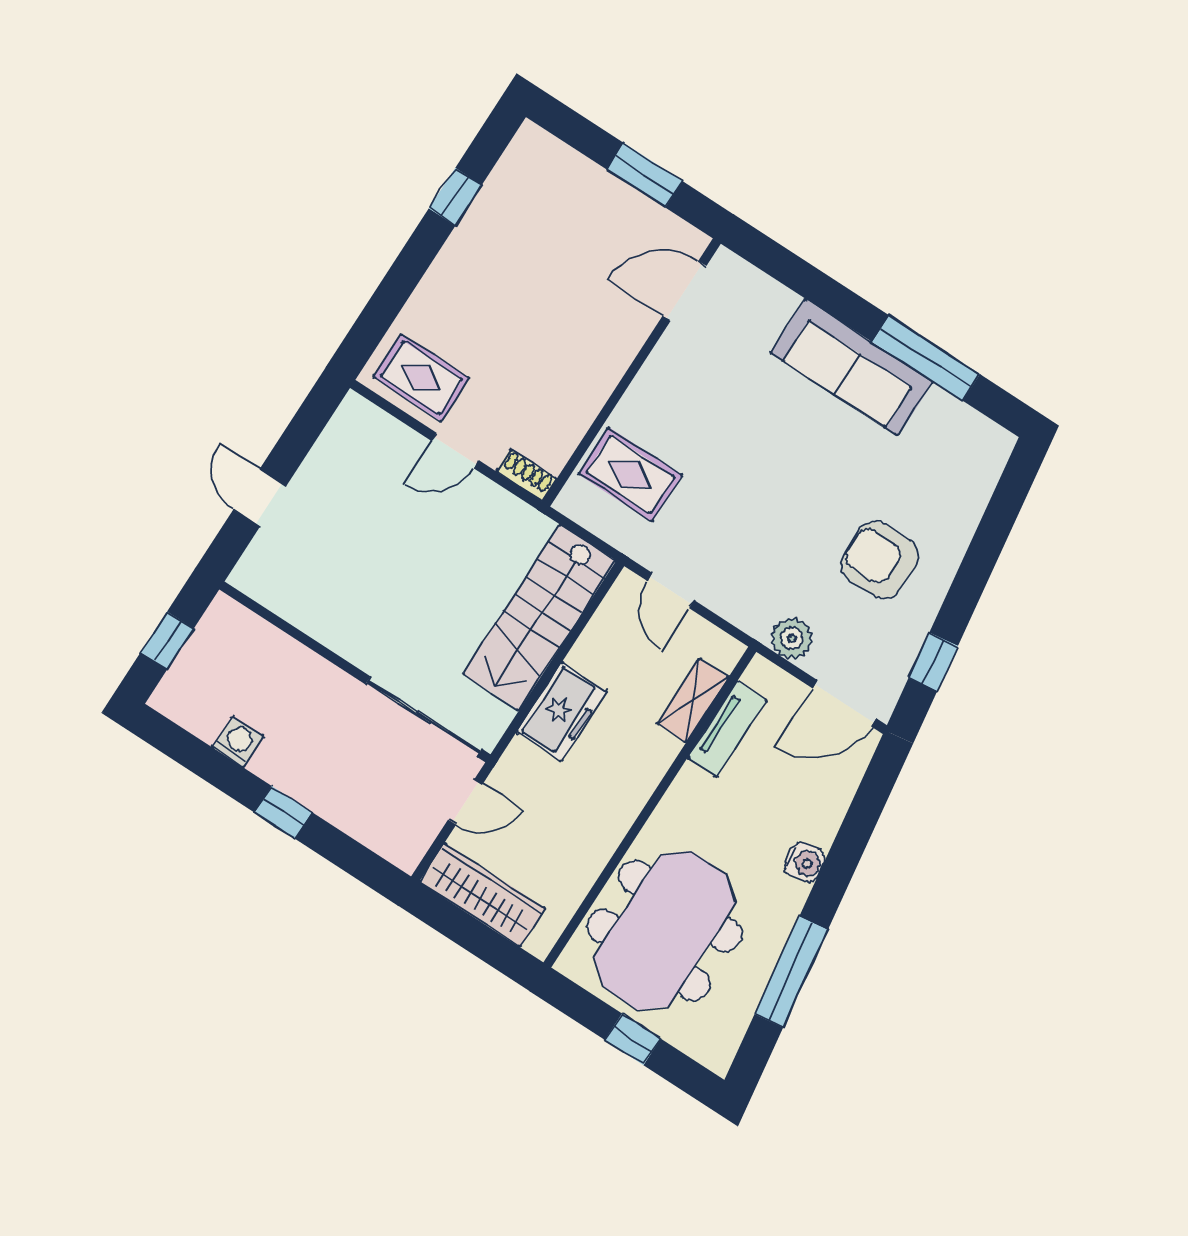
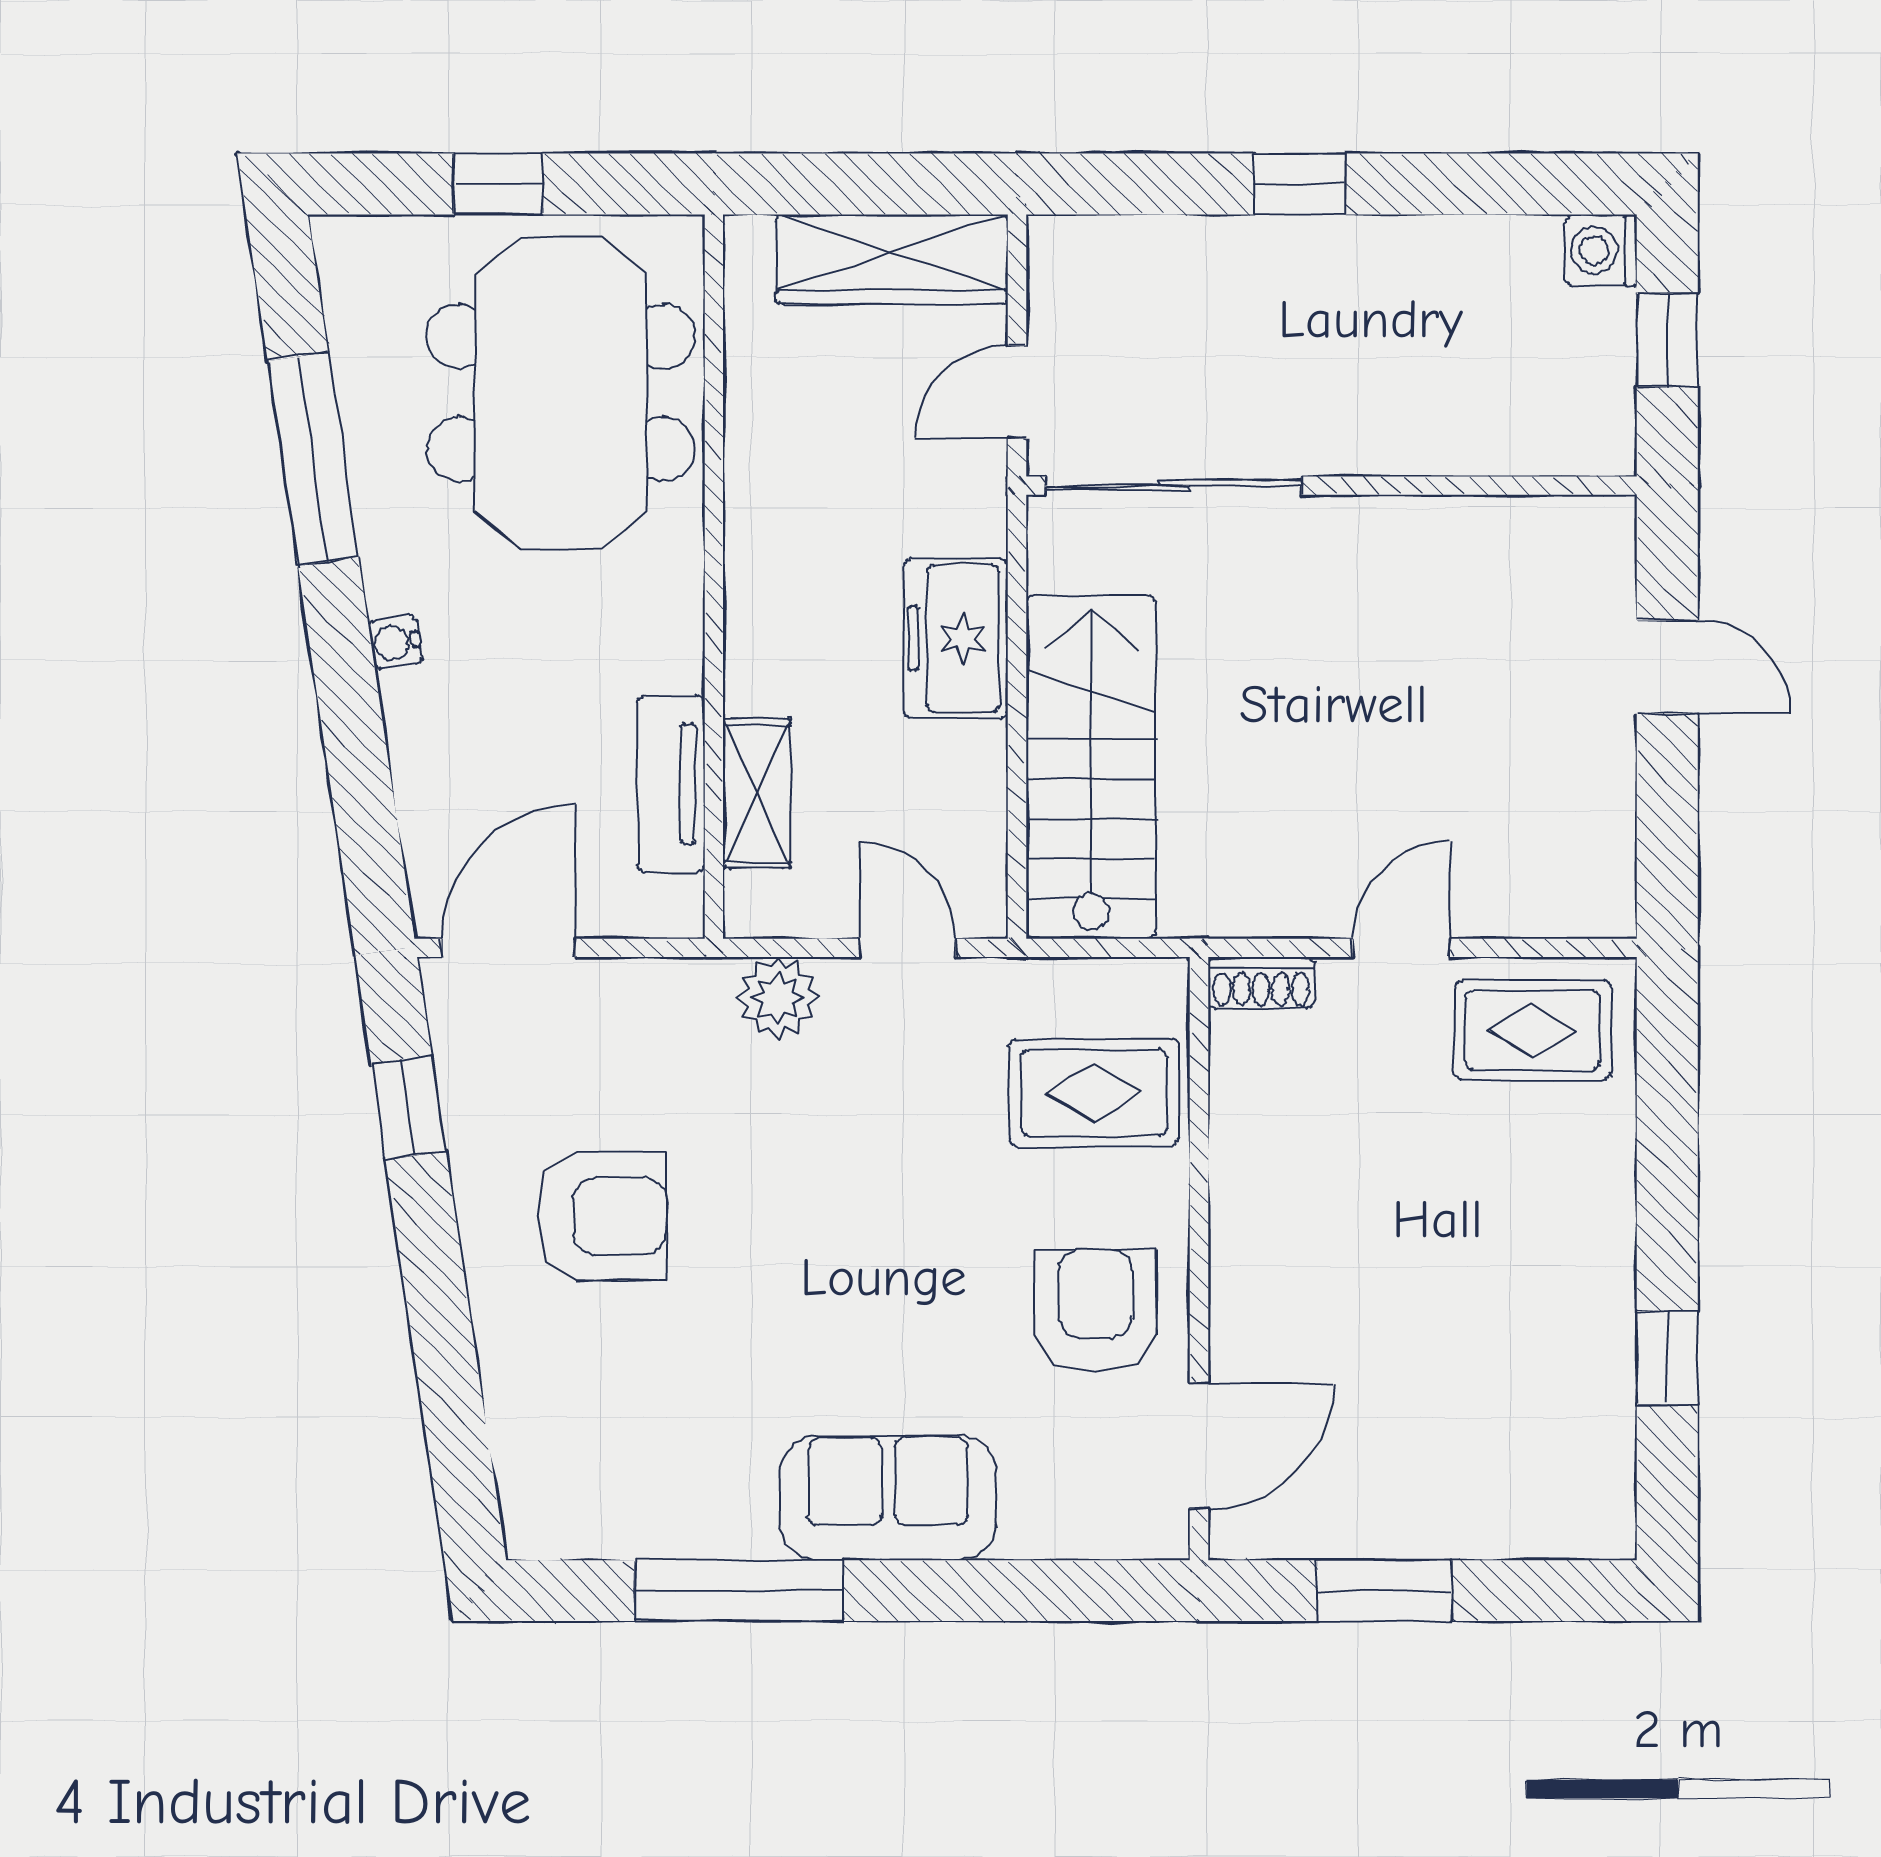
sofa: (852, 367) -> (888, 1498), width x0.73
armchair: (691, 379) -> (1095, 1311), added
plant: (792, 639) -> (778, 997), moved
washing machine: (238, 742) -> (1601, 250), moved, turned 90
water cooler: (805, 862) -> (395, 642), width x0.72, depth x0.72

